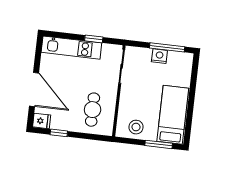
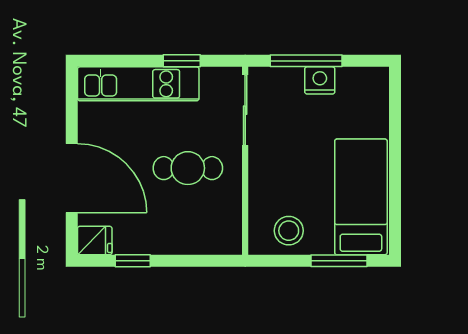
window: (167, 47) -> (306, 61), moved
cafe table: (93, 110) -> (188, 168), moved, turned 90

